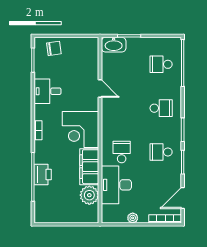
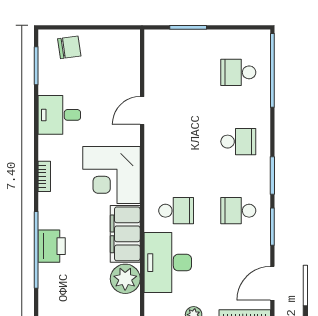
washbasin: (114, 45) -> (163, 41), removed
door: (100, 88) -> (142, 111), swing flipped
school desk: (122, 152) -> (176, 211), turned 90

